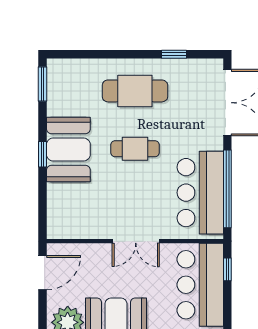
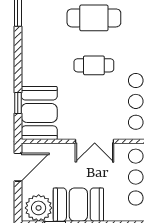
booth: (68, 150) -> (39, 113), moved
window: (43, 154) -> (18, 103), moved

